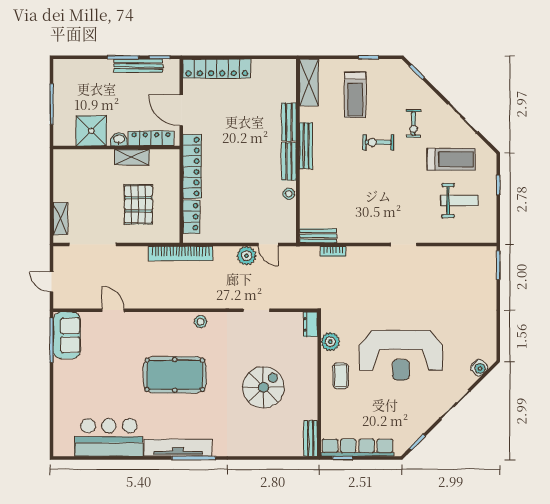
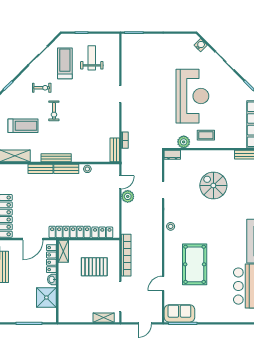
shelving: (132, 157) -> (63, 251), moved
bookcase: (180, 253) -> (126, 255), moved
pool table: (175, 375) -> (195, 264), moved

